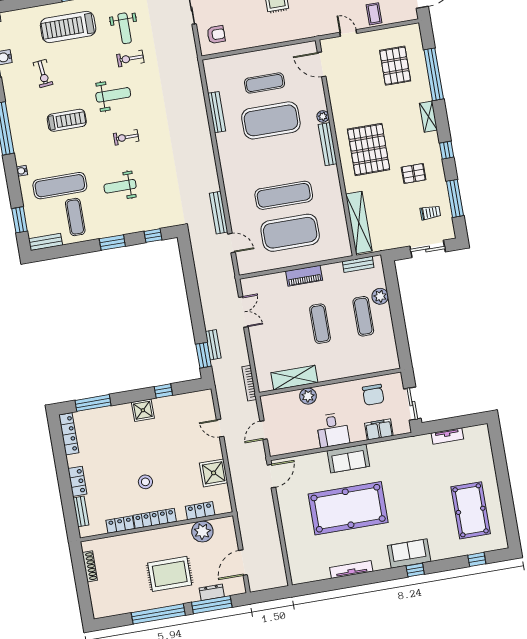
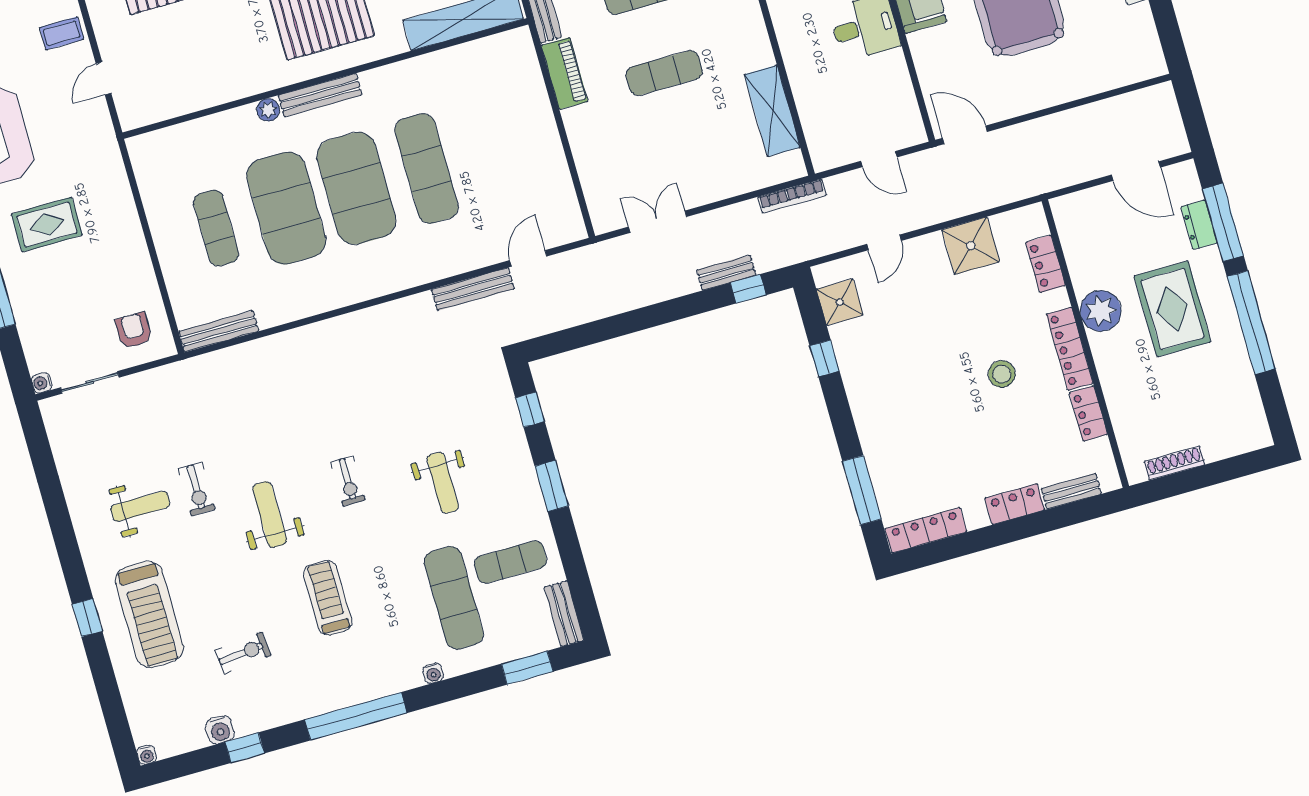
door: (322, 64) -> (169, 123), removed
bench: (217, 112) -> (219, 331), moved
exercise mat: (290, 233) -> (356, 188), moved
piano: (304, 276) -> (565, 73), moved
window: (204, 355) -> (748, 289), width x0.67
plant: (308, 396) -> (805, 81), removed
shower: (143, 410) -> (840, 302), moved
plant: (202, 532) -> (1101, 311), moved

